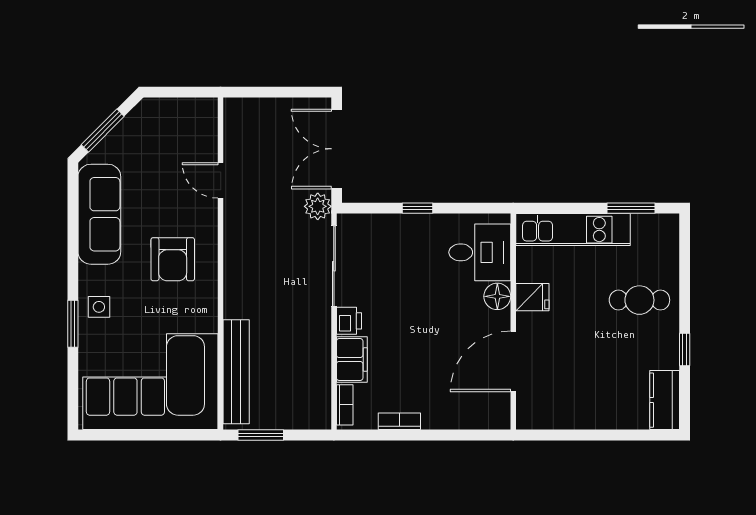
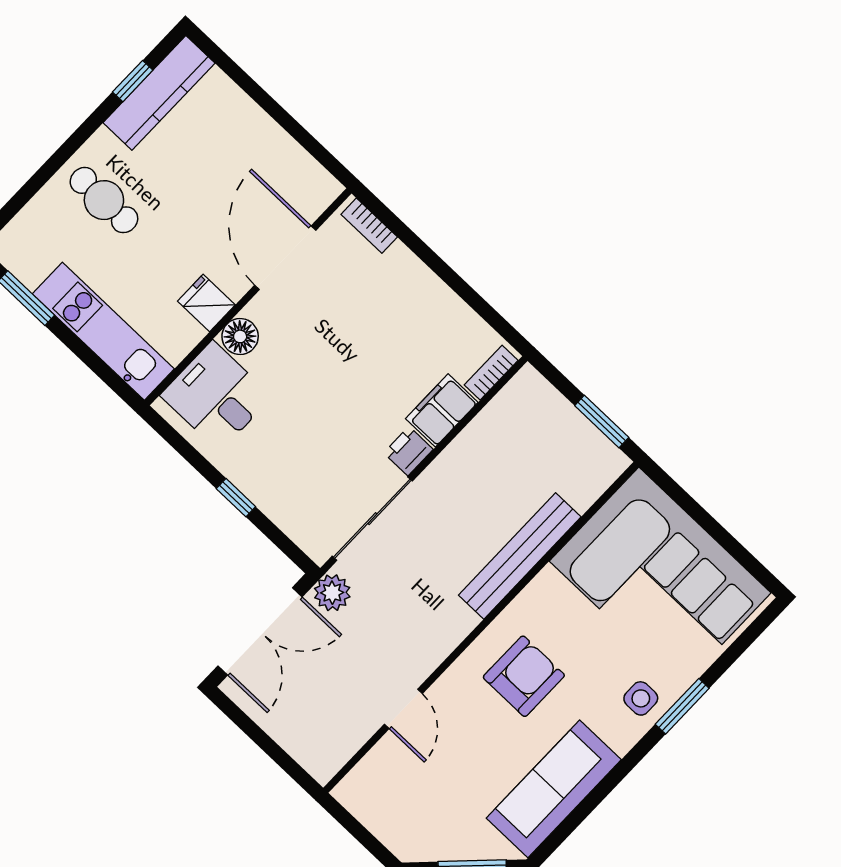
window: (685, 350) -> (133, 81), moved
door: (513, 361) -> (285, 258), swing flipped
bench: (236, 372) -> (520, 556), moved
kitchen counter: (665, 400) -> (159, 93), width x1.50
bookcase: (399, 421) -> (369, 226), moved

